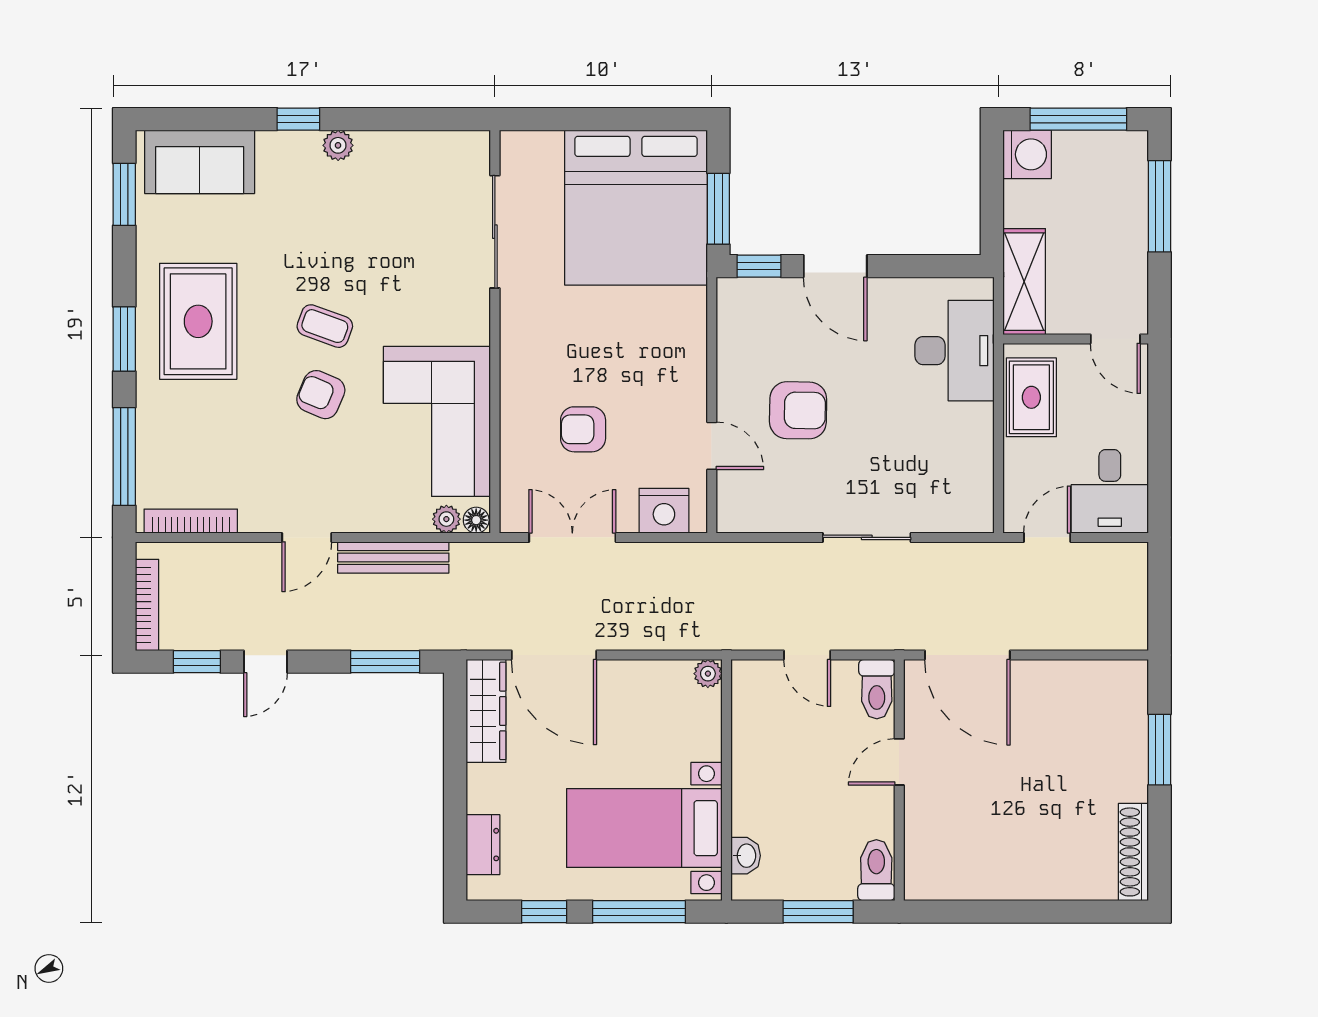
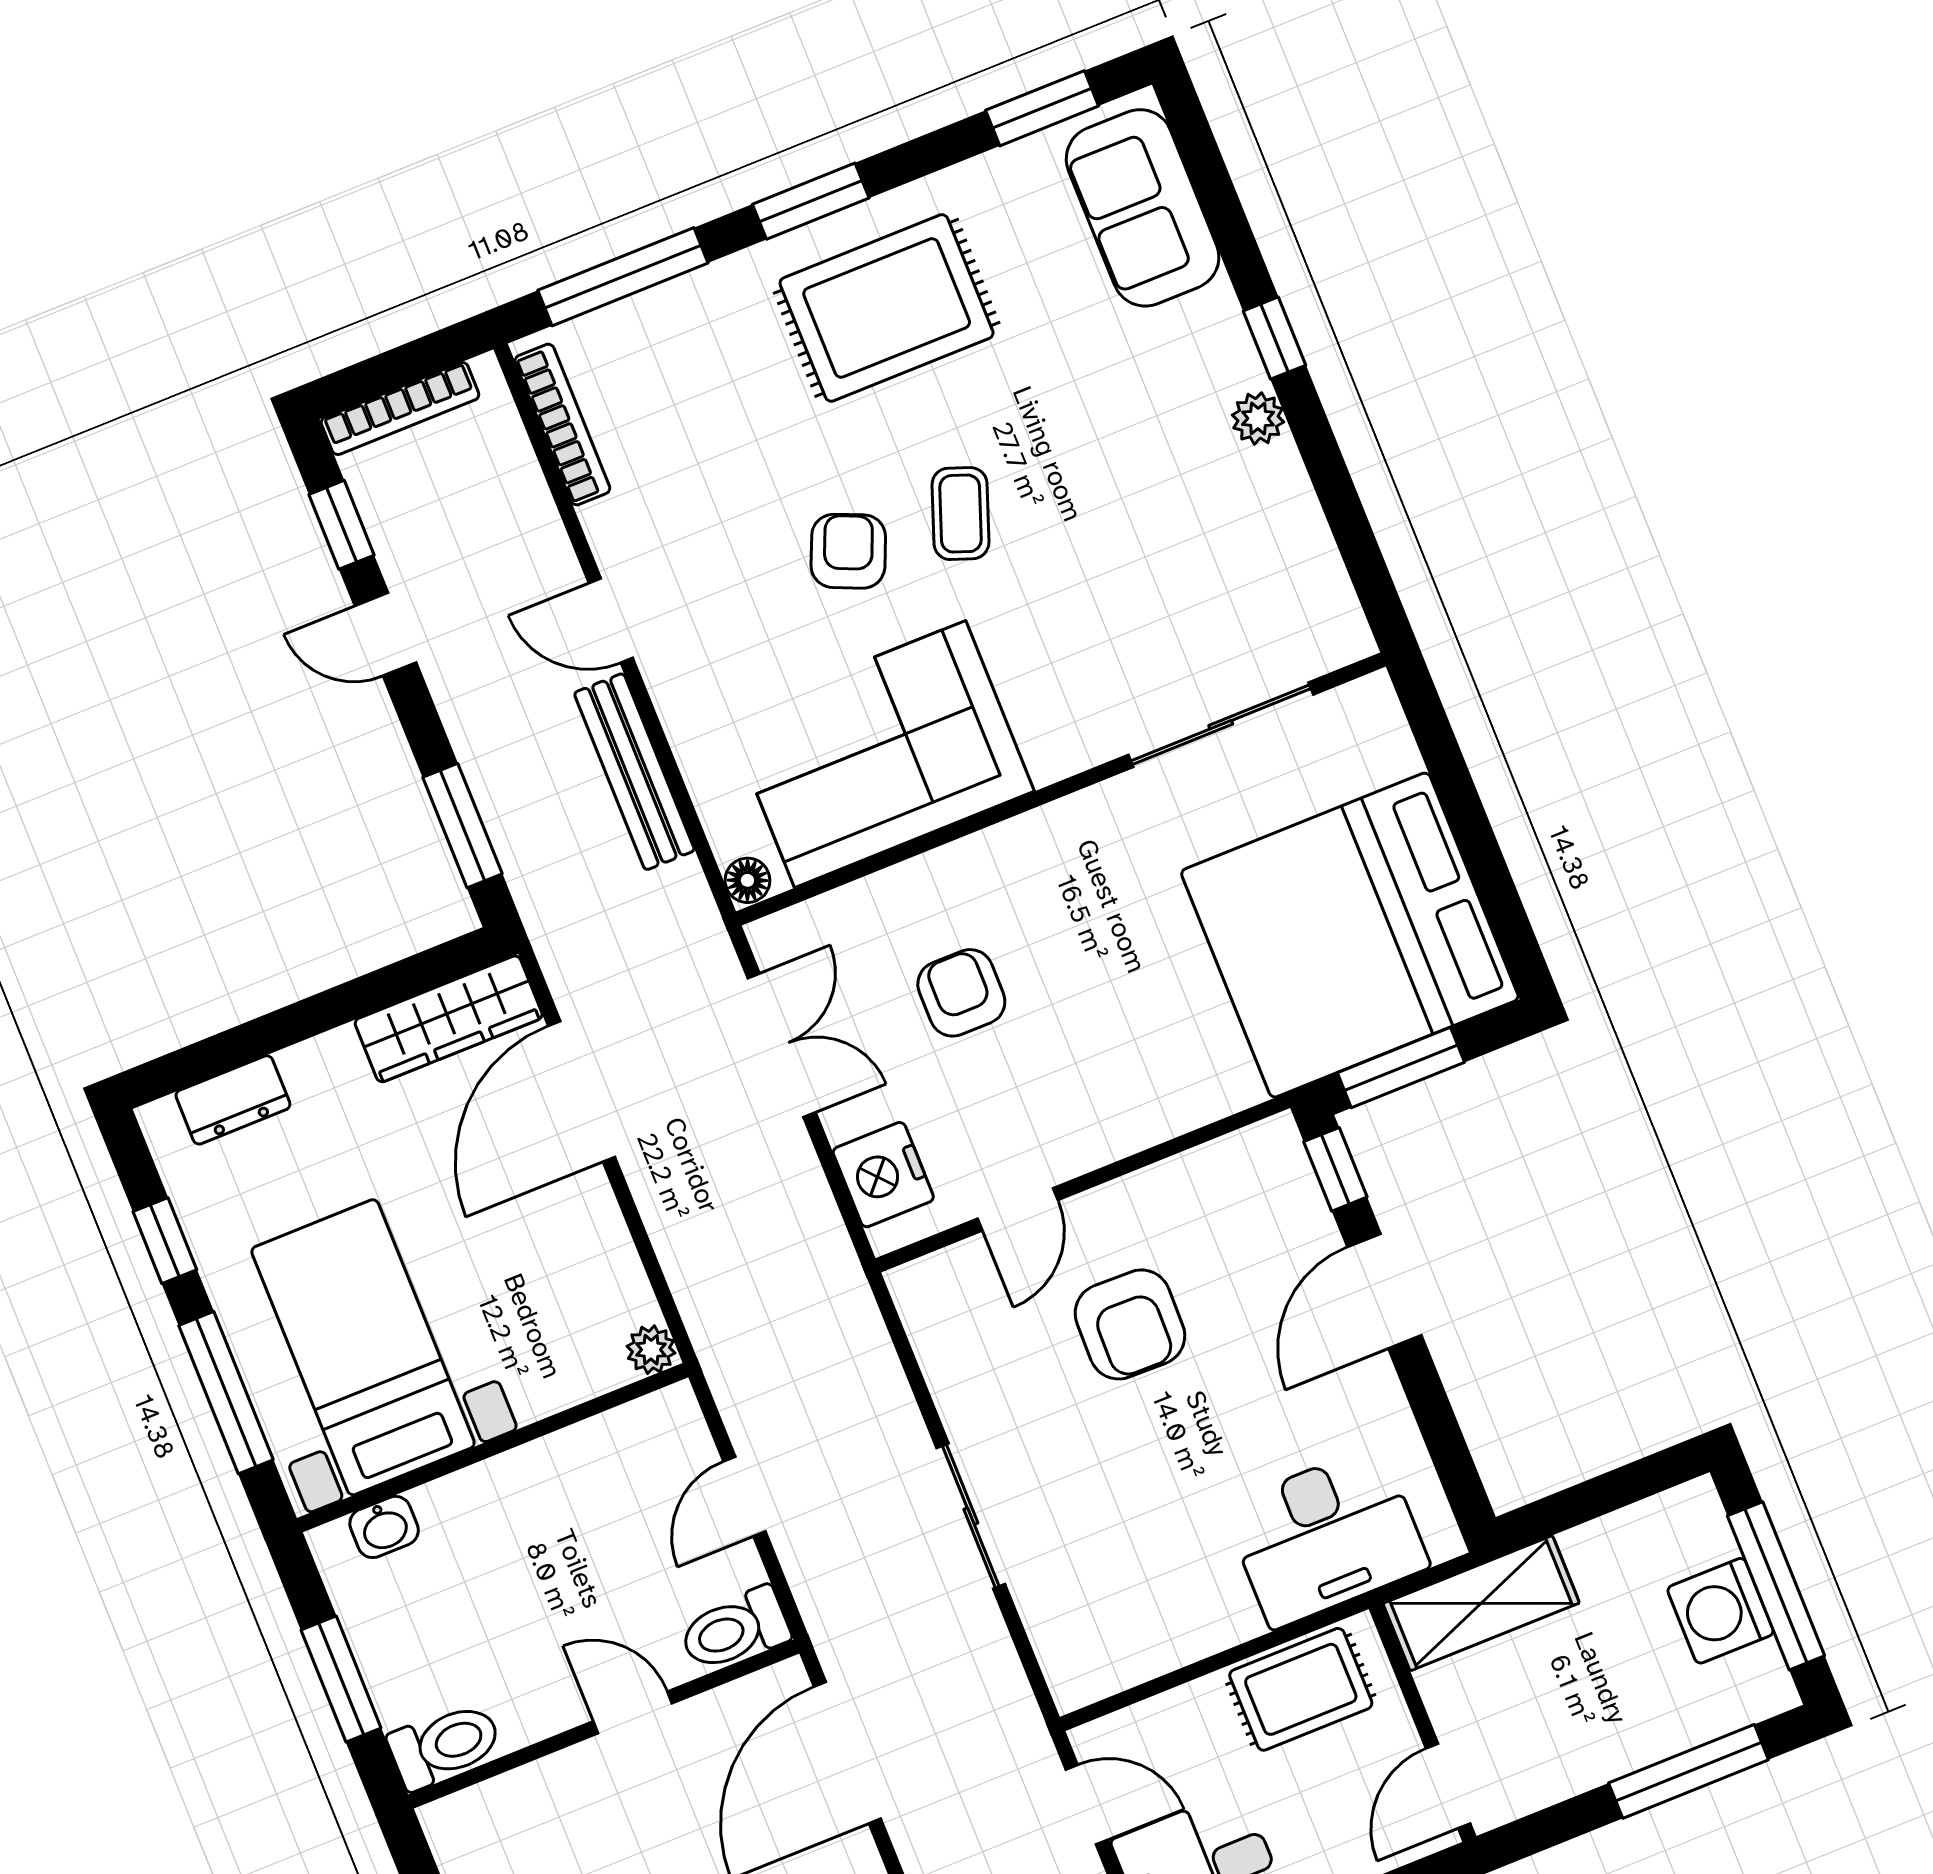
washing machine: (1027, 154) -> (1721, 1611), moved, turned 90
plant: (446, 519) -> (730, 832), removed

